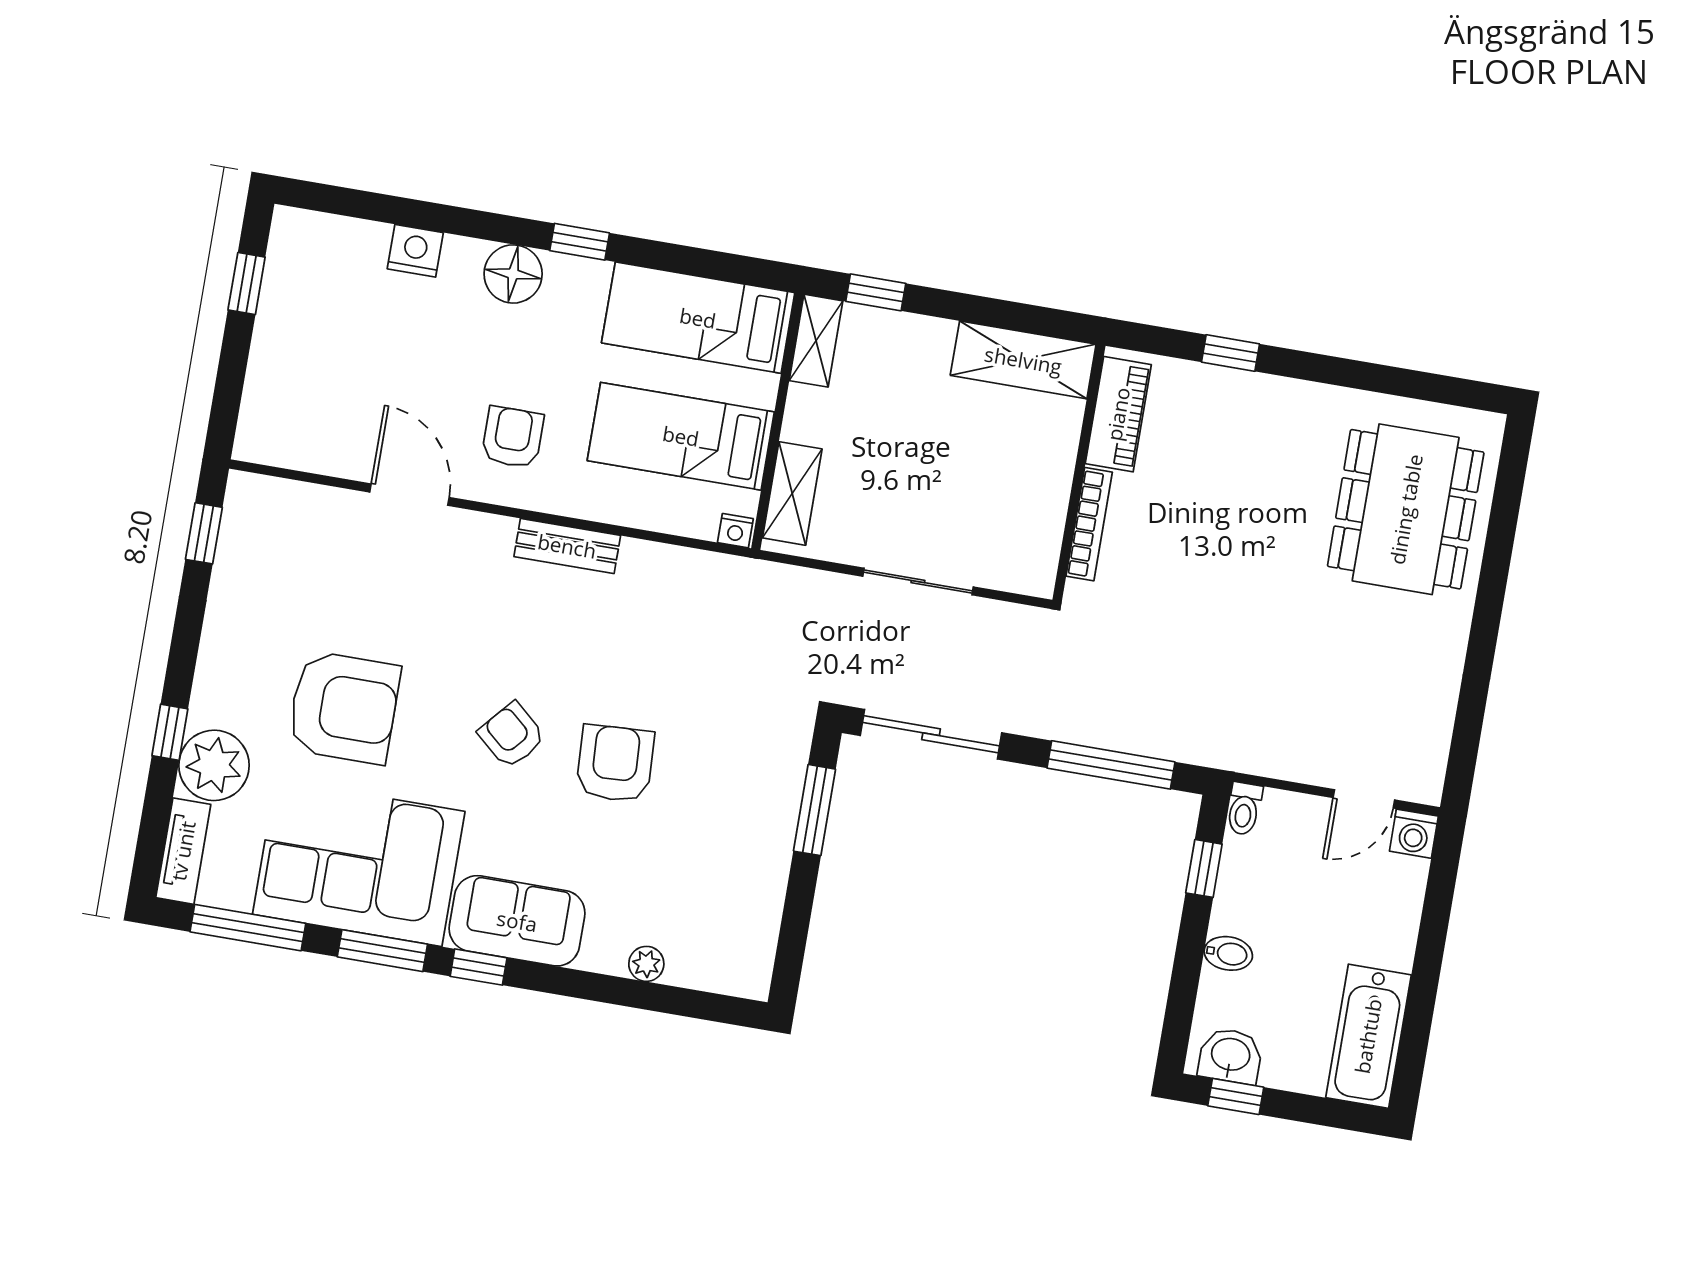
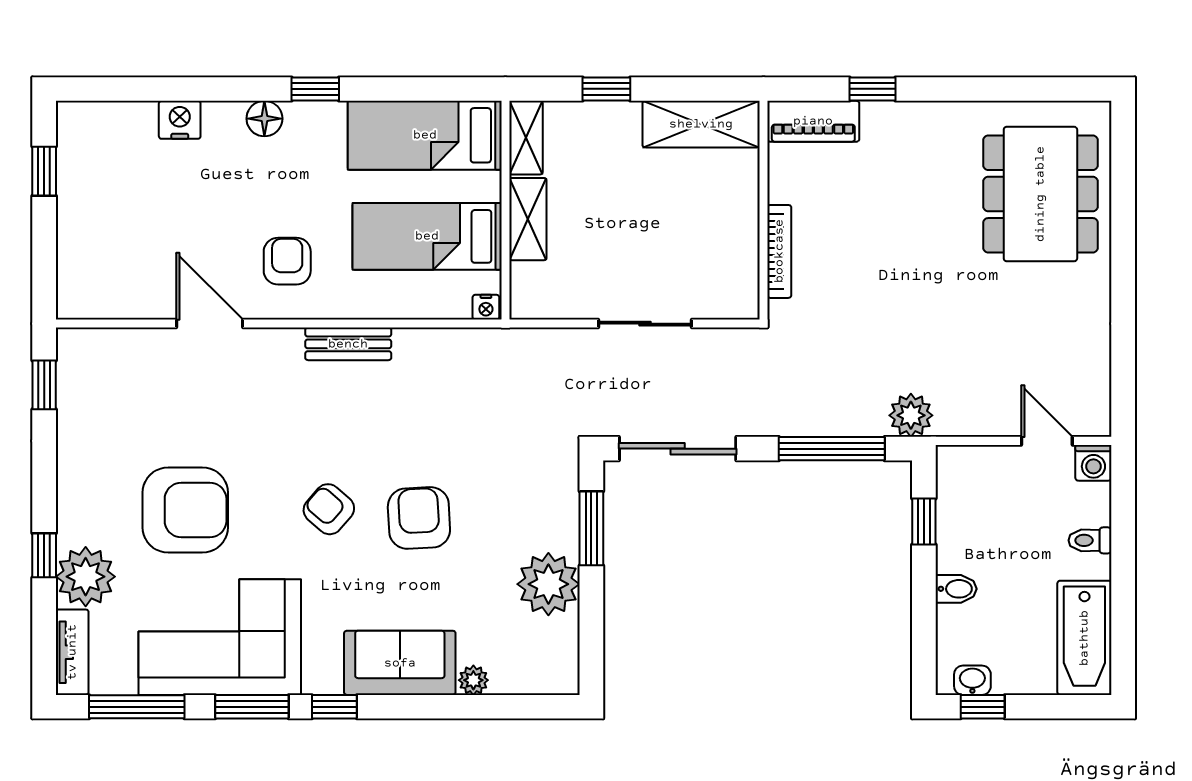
floor lamp: (513, 274) -> (264, 119), width x0.73, depth x0.73
window: (876, 292) -> (606, 89), moved
piano: (1118, 414) -> (813, 121), moved, turned 90
shelving: (792, 493) -> (528, 219), moved
plant: (1210, 742) -> (911, 415), added
door: (1364, 799) -> (1047, 441), swing flipped
toilet: (1244, 809) -> (1090, 540), moved, turned 90
plant: (753, 866) -> (548, 584), added
sofa: (517, 921) -> (400, 663), moved
washbasin: (1230, 1056) -> (972, 680), width x0.72, depth x0.69

